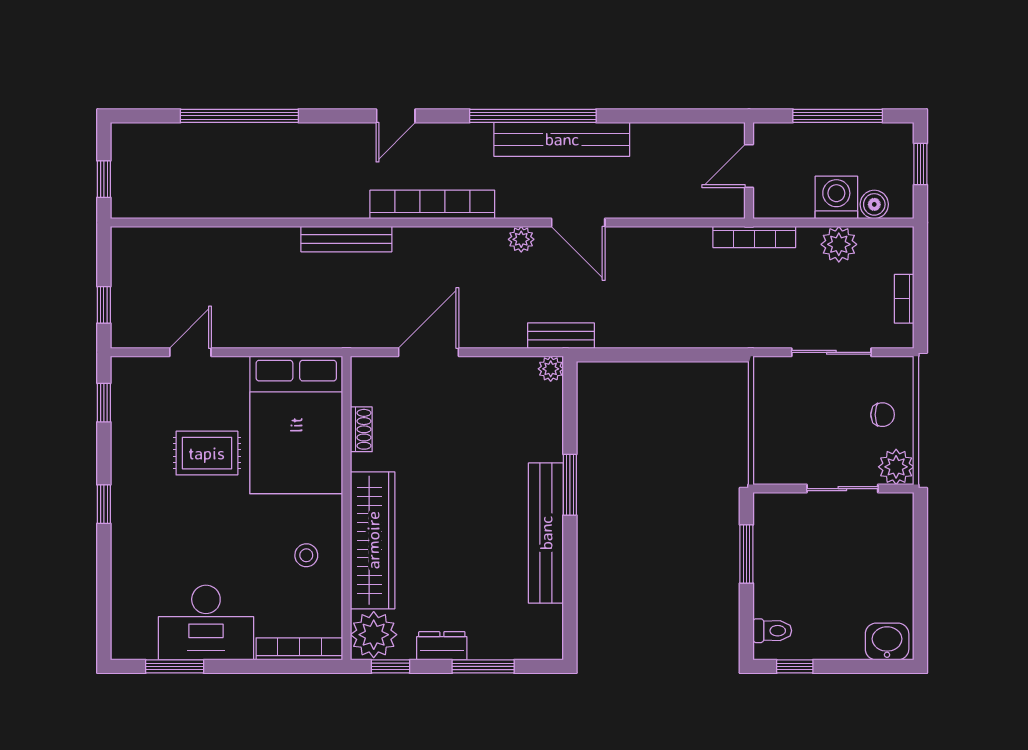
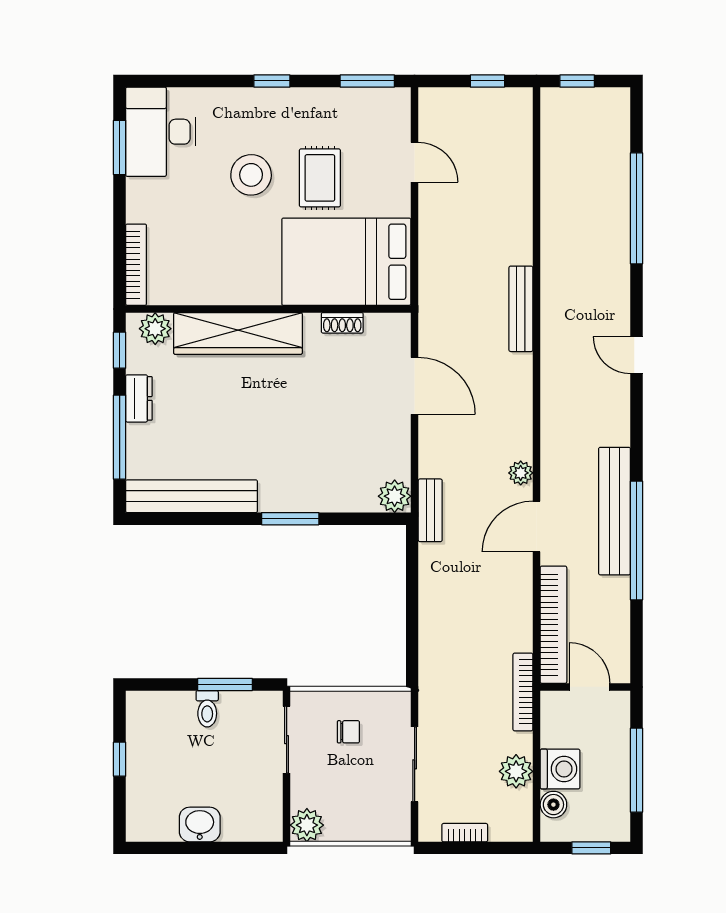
window: (533, 116) -> (636, 540), moved
bookcase: (432, 204) -> (553, 625), moved
window: (104, 305) -> (487, 81), moved
plant: (551, 369) -> (395, 496), width x1.38, depth x1.38
window: (104, 403) -> (367, 81), width x1.50
chair: (883, 415) -> (348, 732), moved, turned -90
sliding door: (842, 489) -> (287, 740), moved
bench: (546, 533) -> (192, 496), moved
stool: (306, 555) -> (251, 175), moved, width x1.89, depth x1.89
desk: (206, 623) -> (161, 132), moved
toilet: (772, 631) -> (207, 709), moved
plant: (374, 635) -> (155, 329), width x0.73, depth x0.73
washbasin: (887, 642) -> (200, 824), moved, turned -90
window: (483, 666) -> (120, 437), width x1.44
window: (795, 666) -> (120, 759), moved

